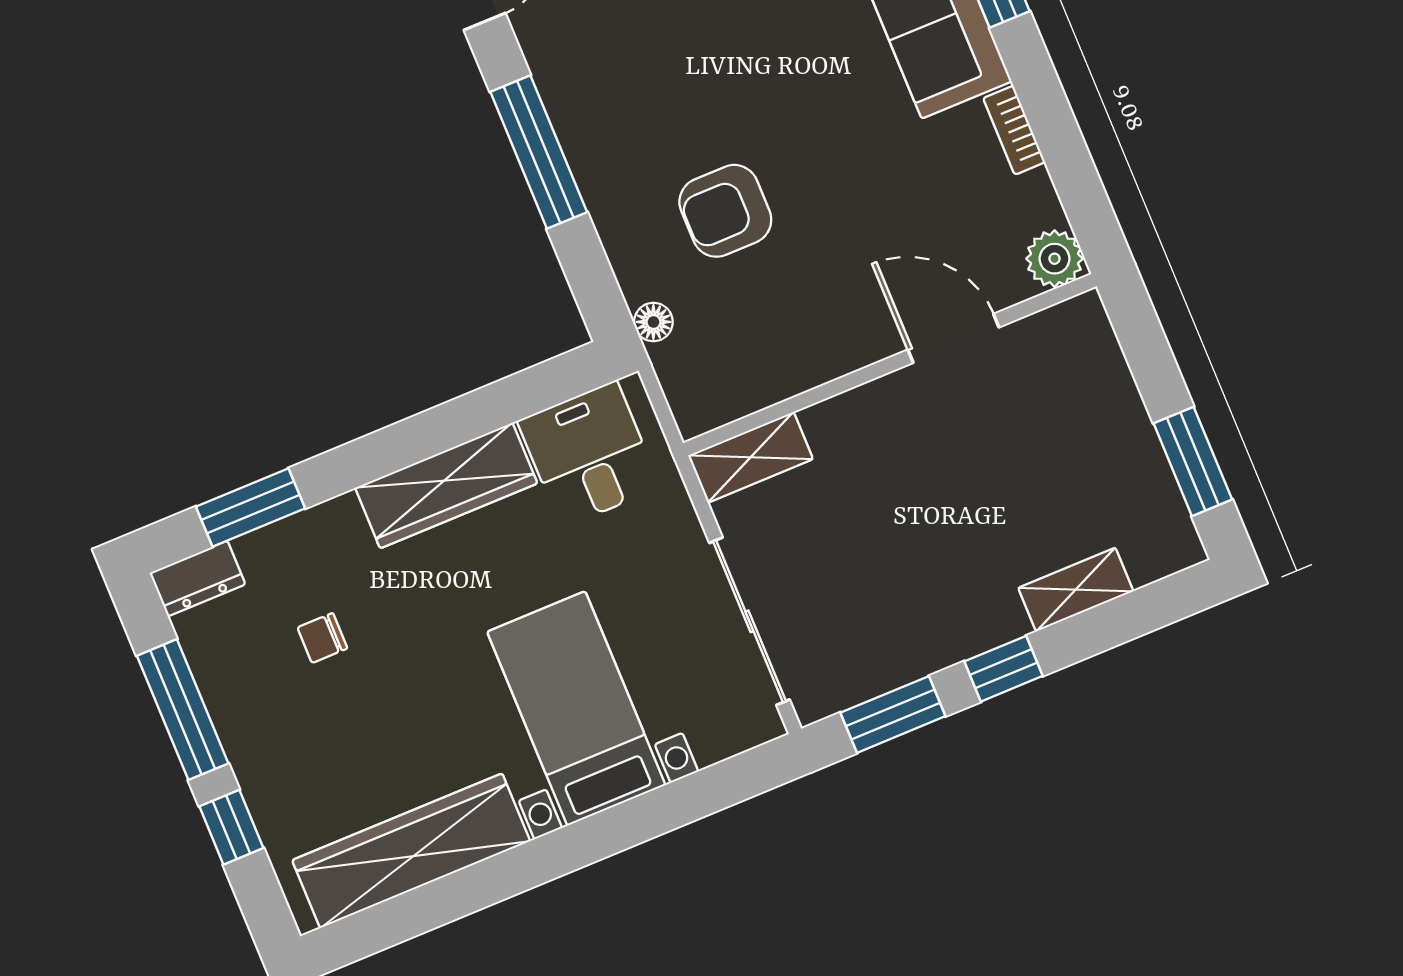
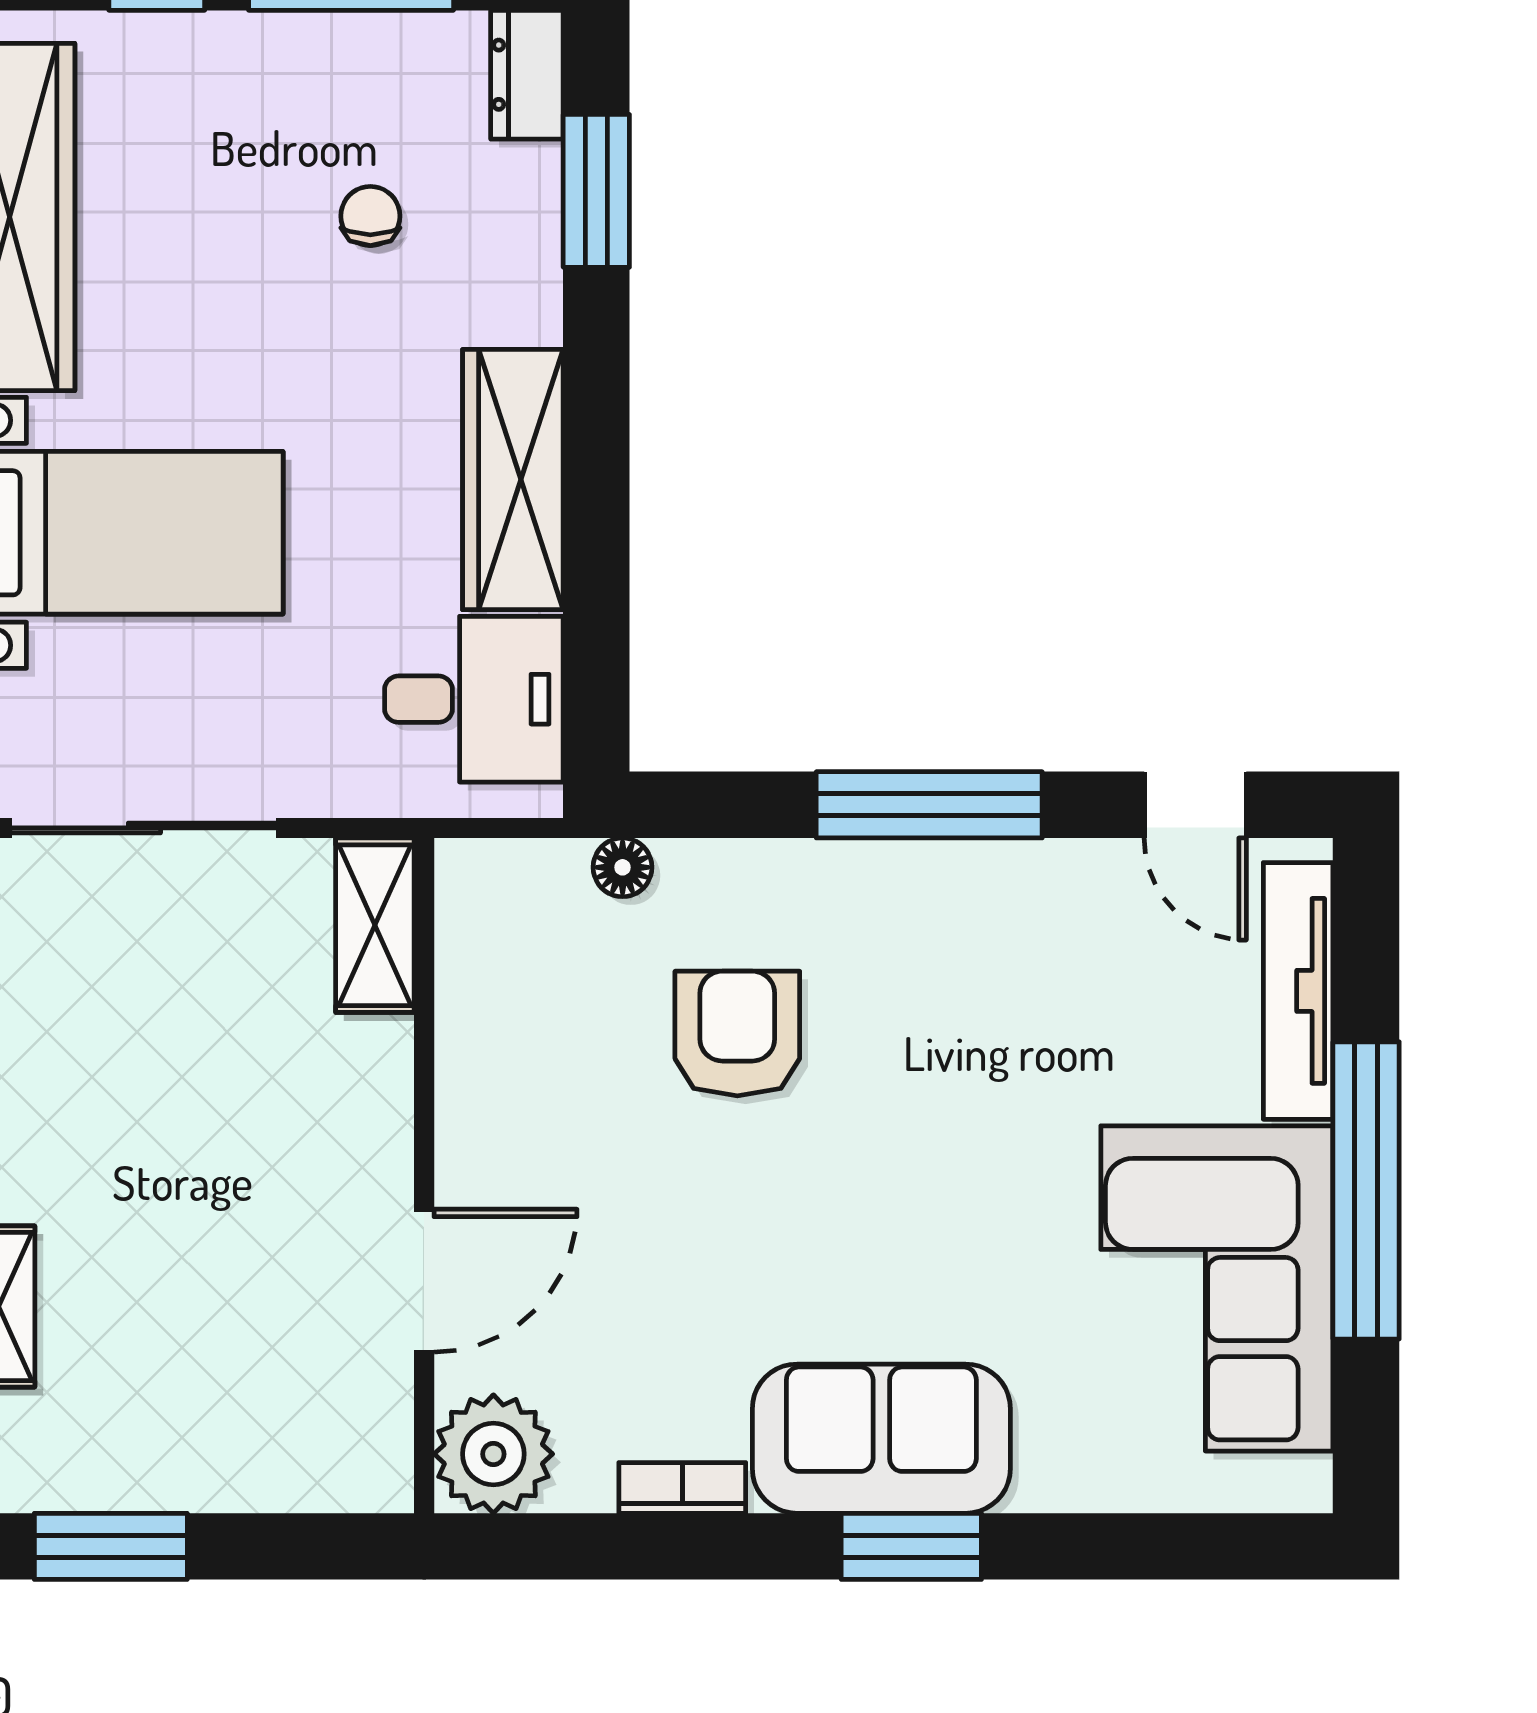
plant: (1055, 259) -> (493, 1454), width x1.36, depth x1.36

